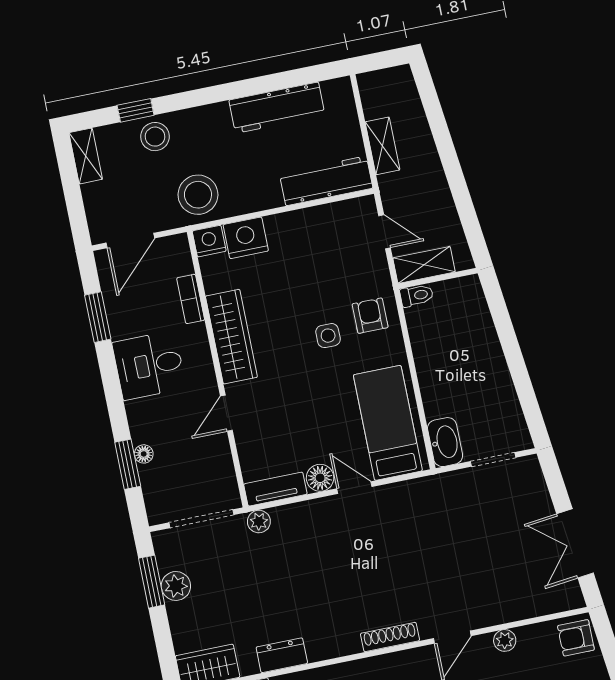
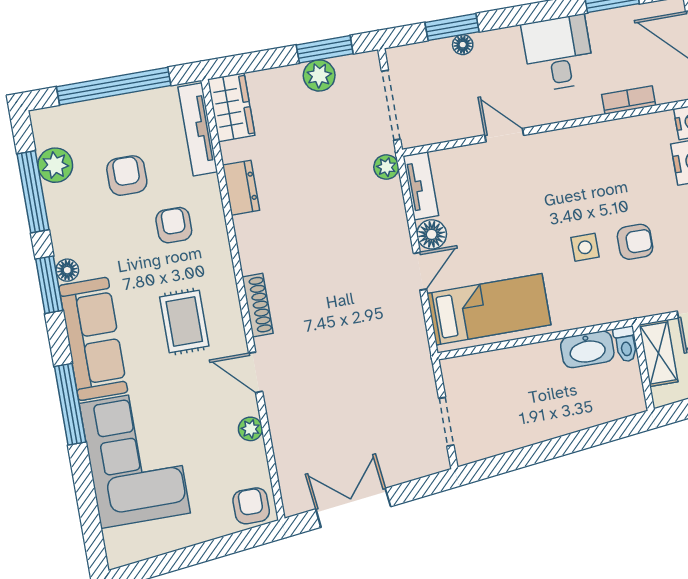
armchair: (370, 316) -> (635, 242), moved
wardrobe: (231, 337) -> (587, 143), removed
washbasin: (445, 442) -> (587, 349), moved

